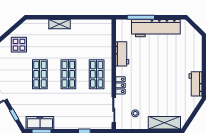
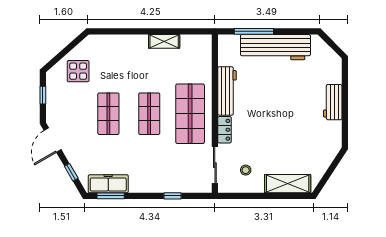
shelving: (59, 24) -> (164, 41), moved
workbench: (122, 54) -> (227, 91), width x1.37
shop shelf: (97, 74) -> (190, 114), width x1.43, depth x1.36
workbench: (196, 84) -> (333, 102), moved

